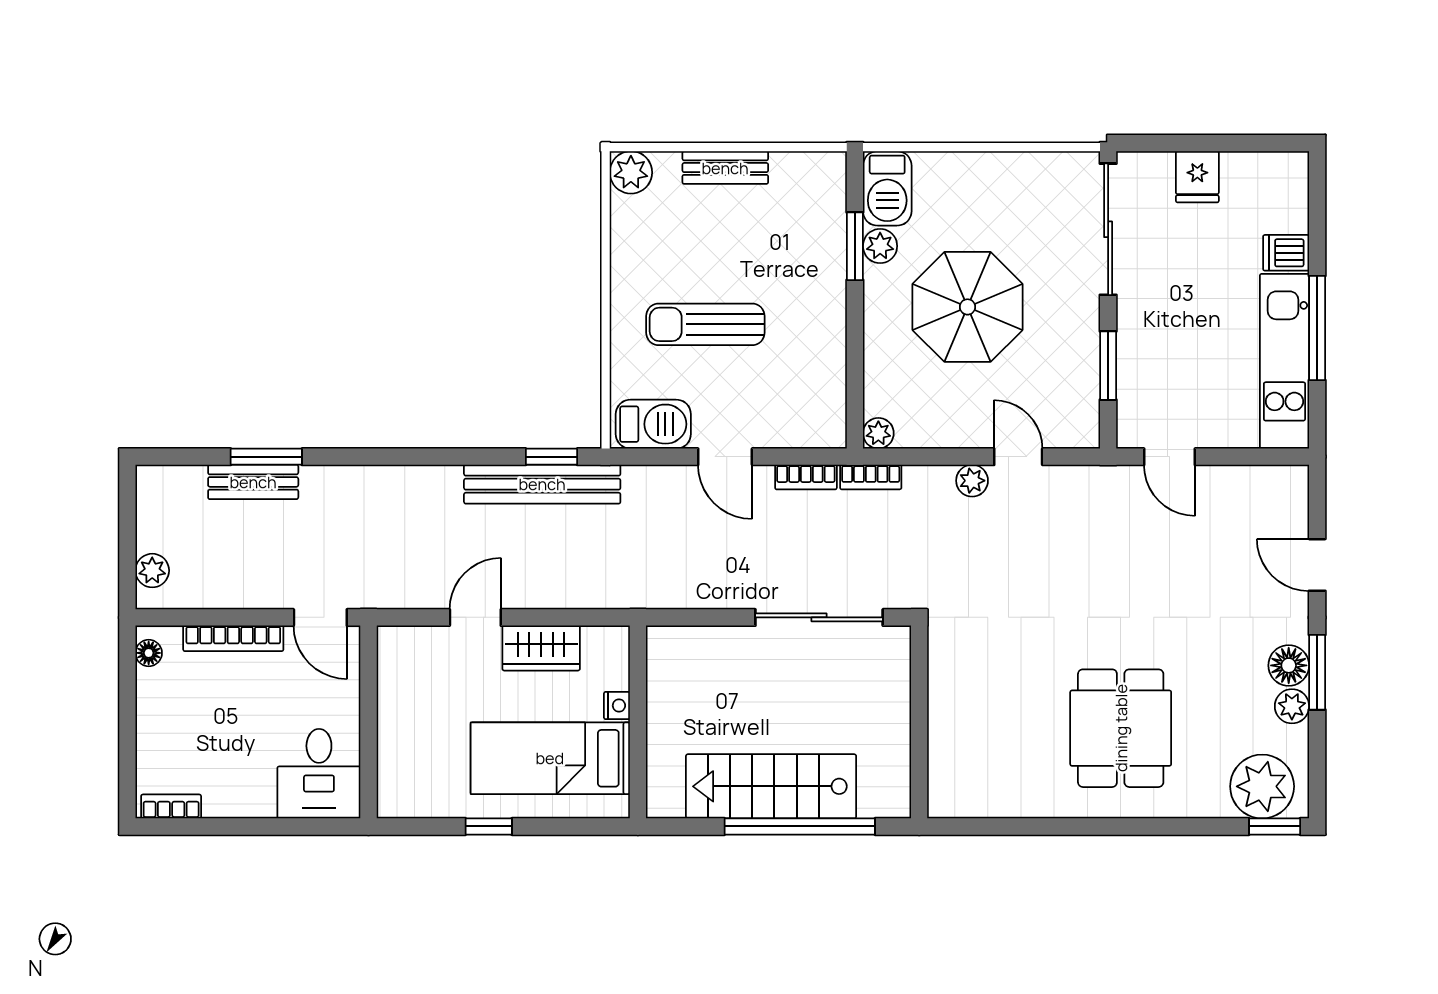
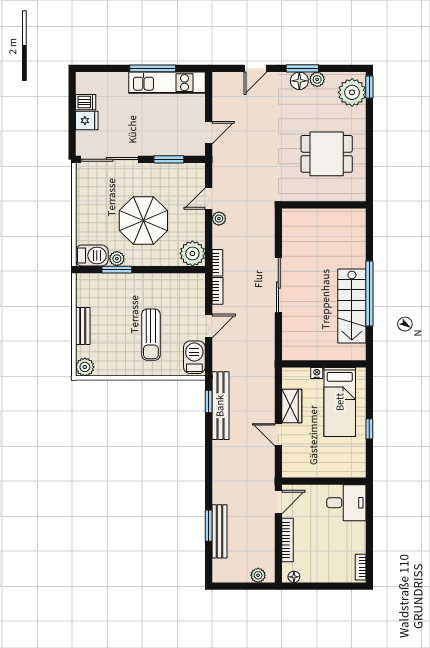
dishwasher: (1286, 253) -> (86, 102), moved, turned -90
plant: (878, 433) -> (192, 253), width x1.88, depth x1.88
bench: (253, 482) -> (220, 531), width x1.36
wall: (919, 722) -> (324, 205), moved

